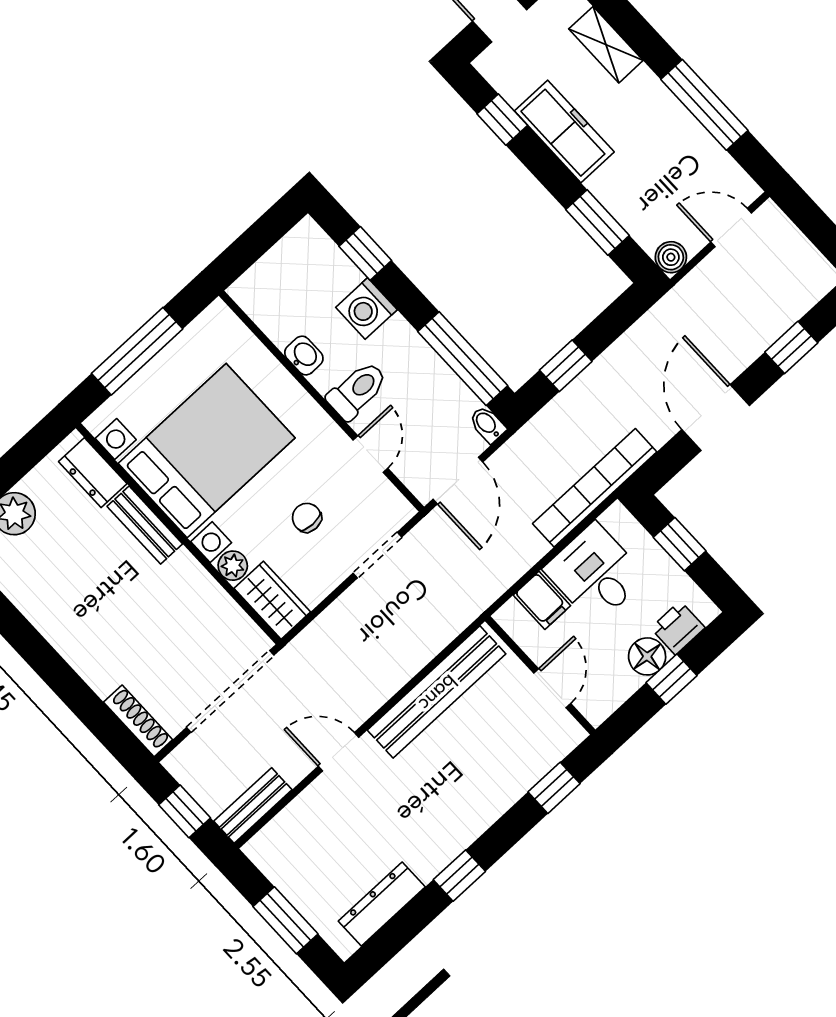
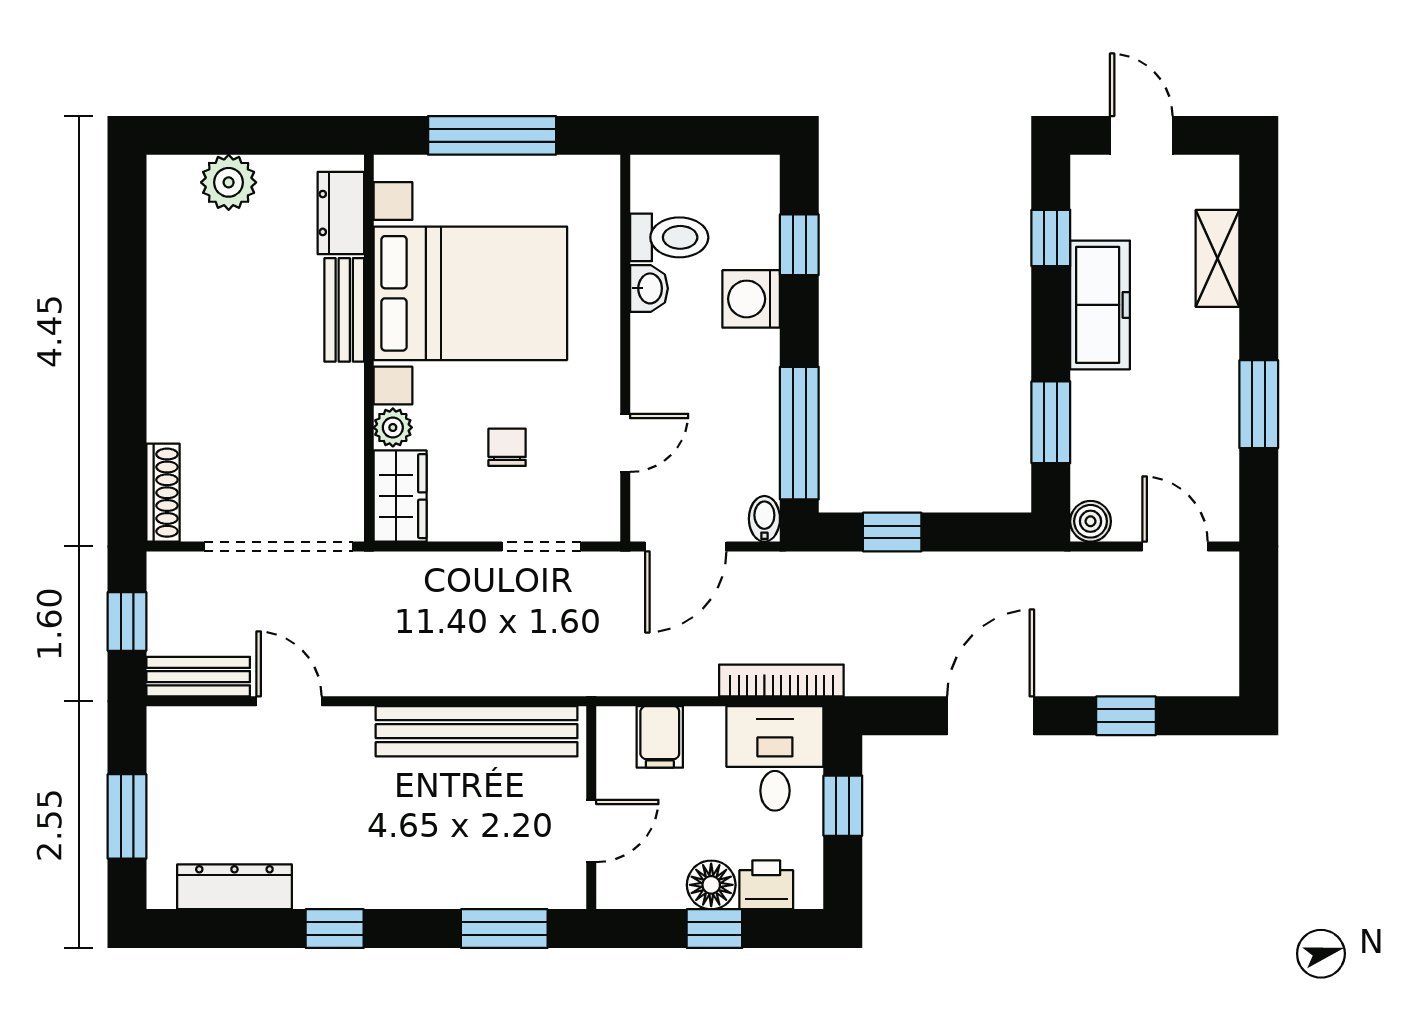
window: (704, 105) -> (1259, 404), width x0.69
toilet: (357, 390) -> (669, 237), moved
bookcase: (595, 488) -> (781, 680), width x0.68, depth x0.76
desk: (595, 573) -> (775, 758), moved
door: (338, 752) -> (289, 701), moved
window: (554, 788) -> (504, 929), width x1.50

